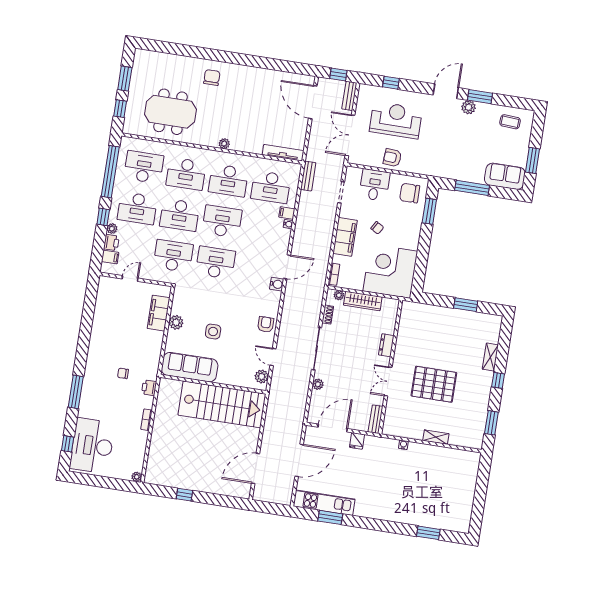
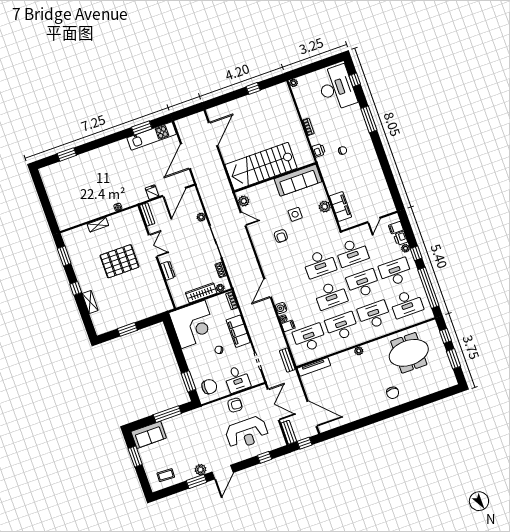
water cooler: (277, 284) -> (281, 308), moved
armchair: (266, 324) -> (281, 236), moved

